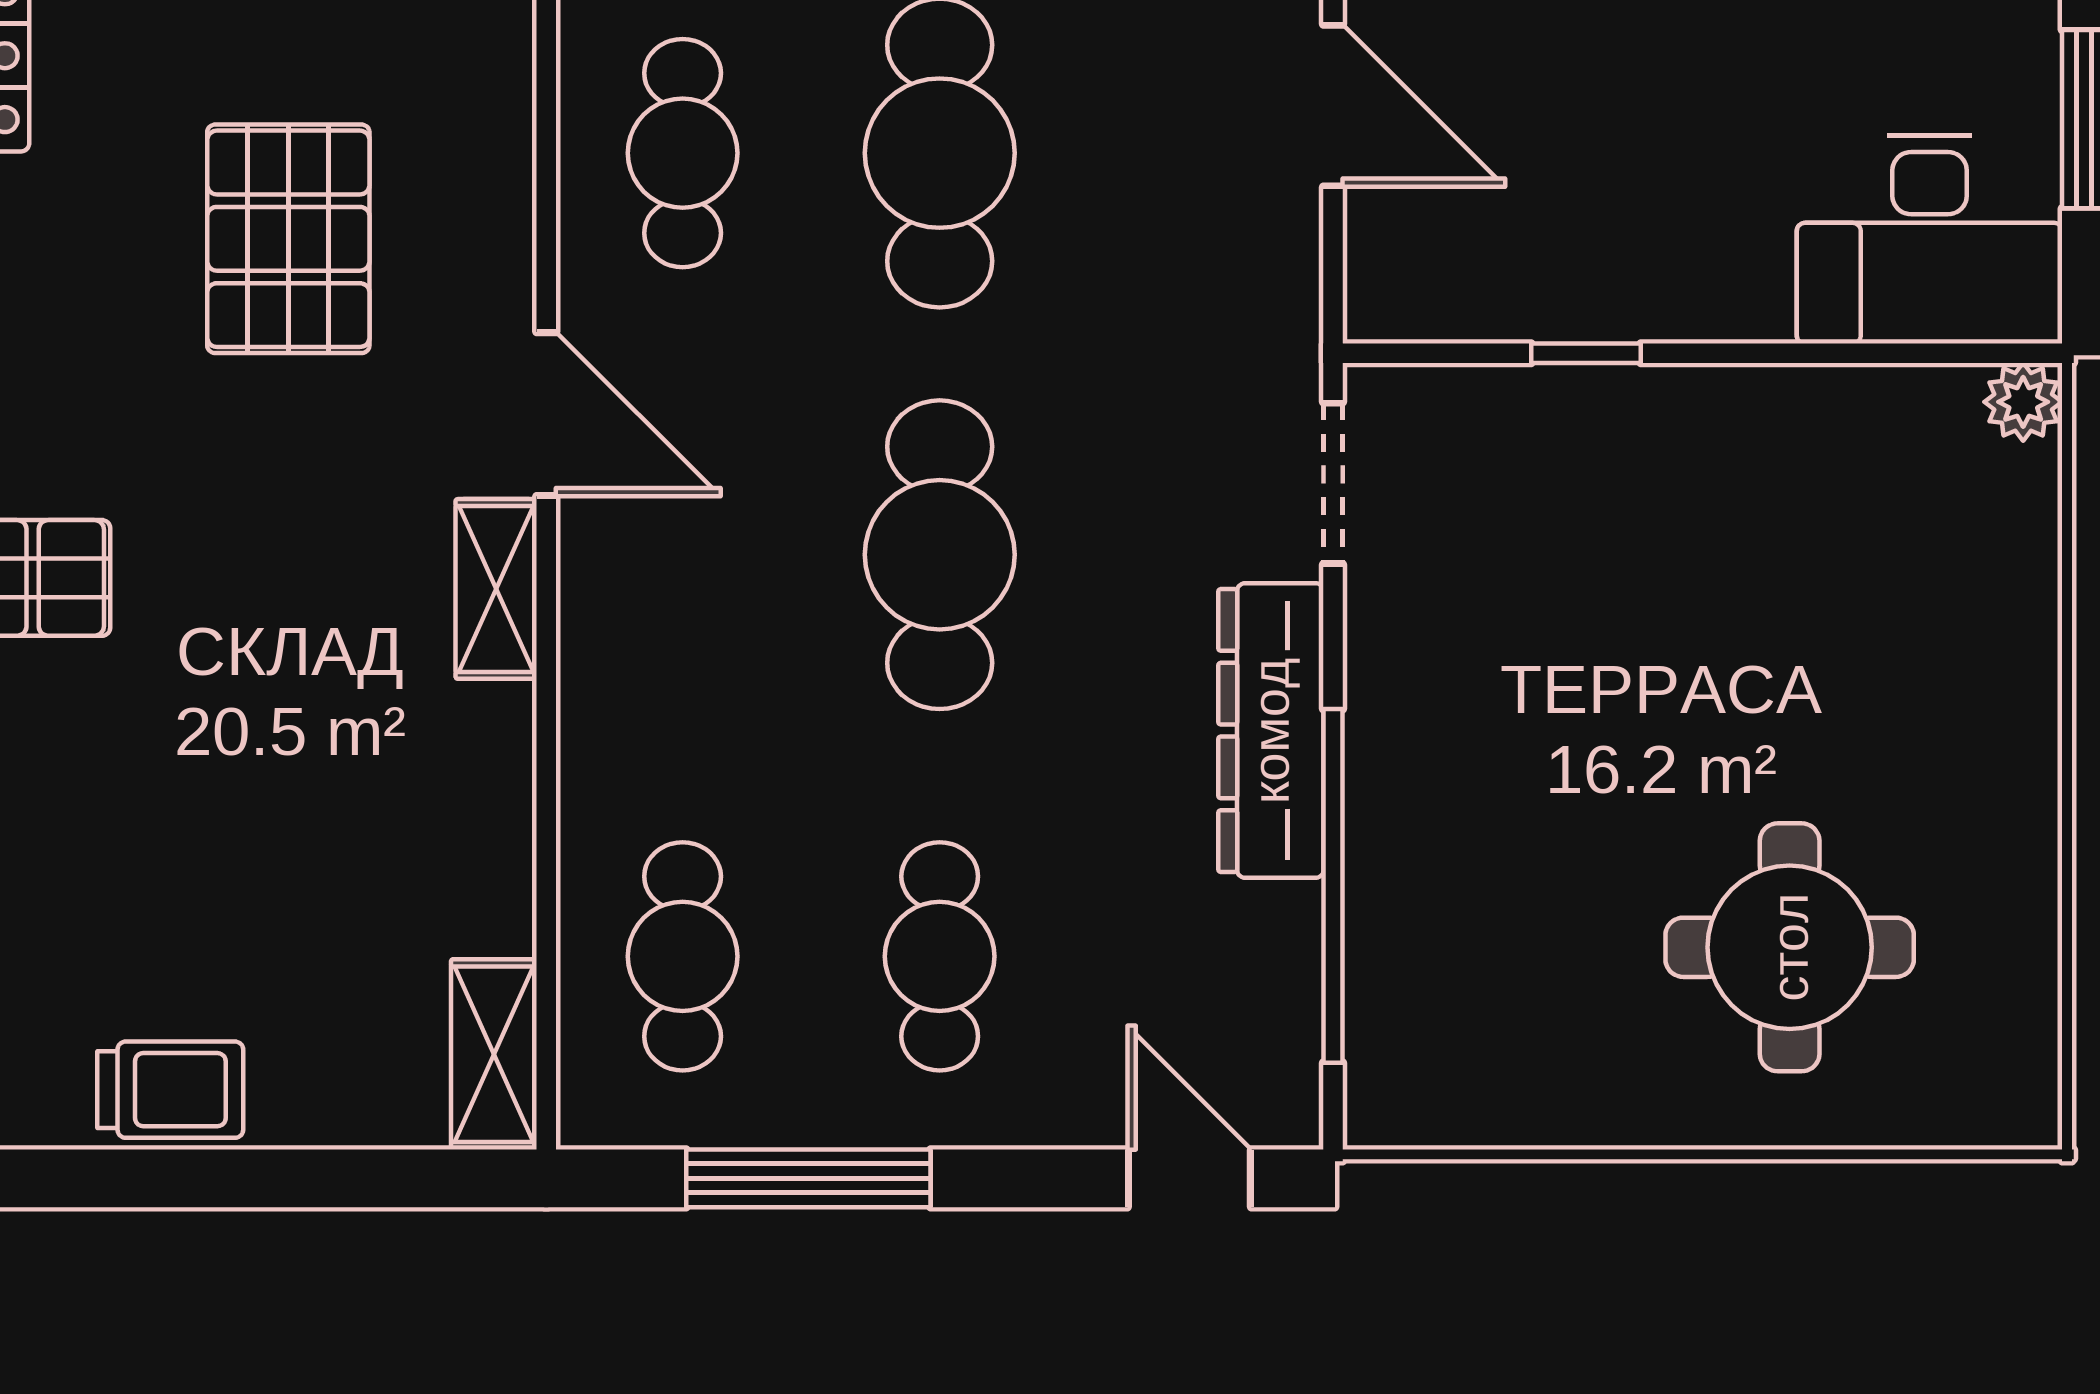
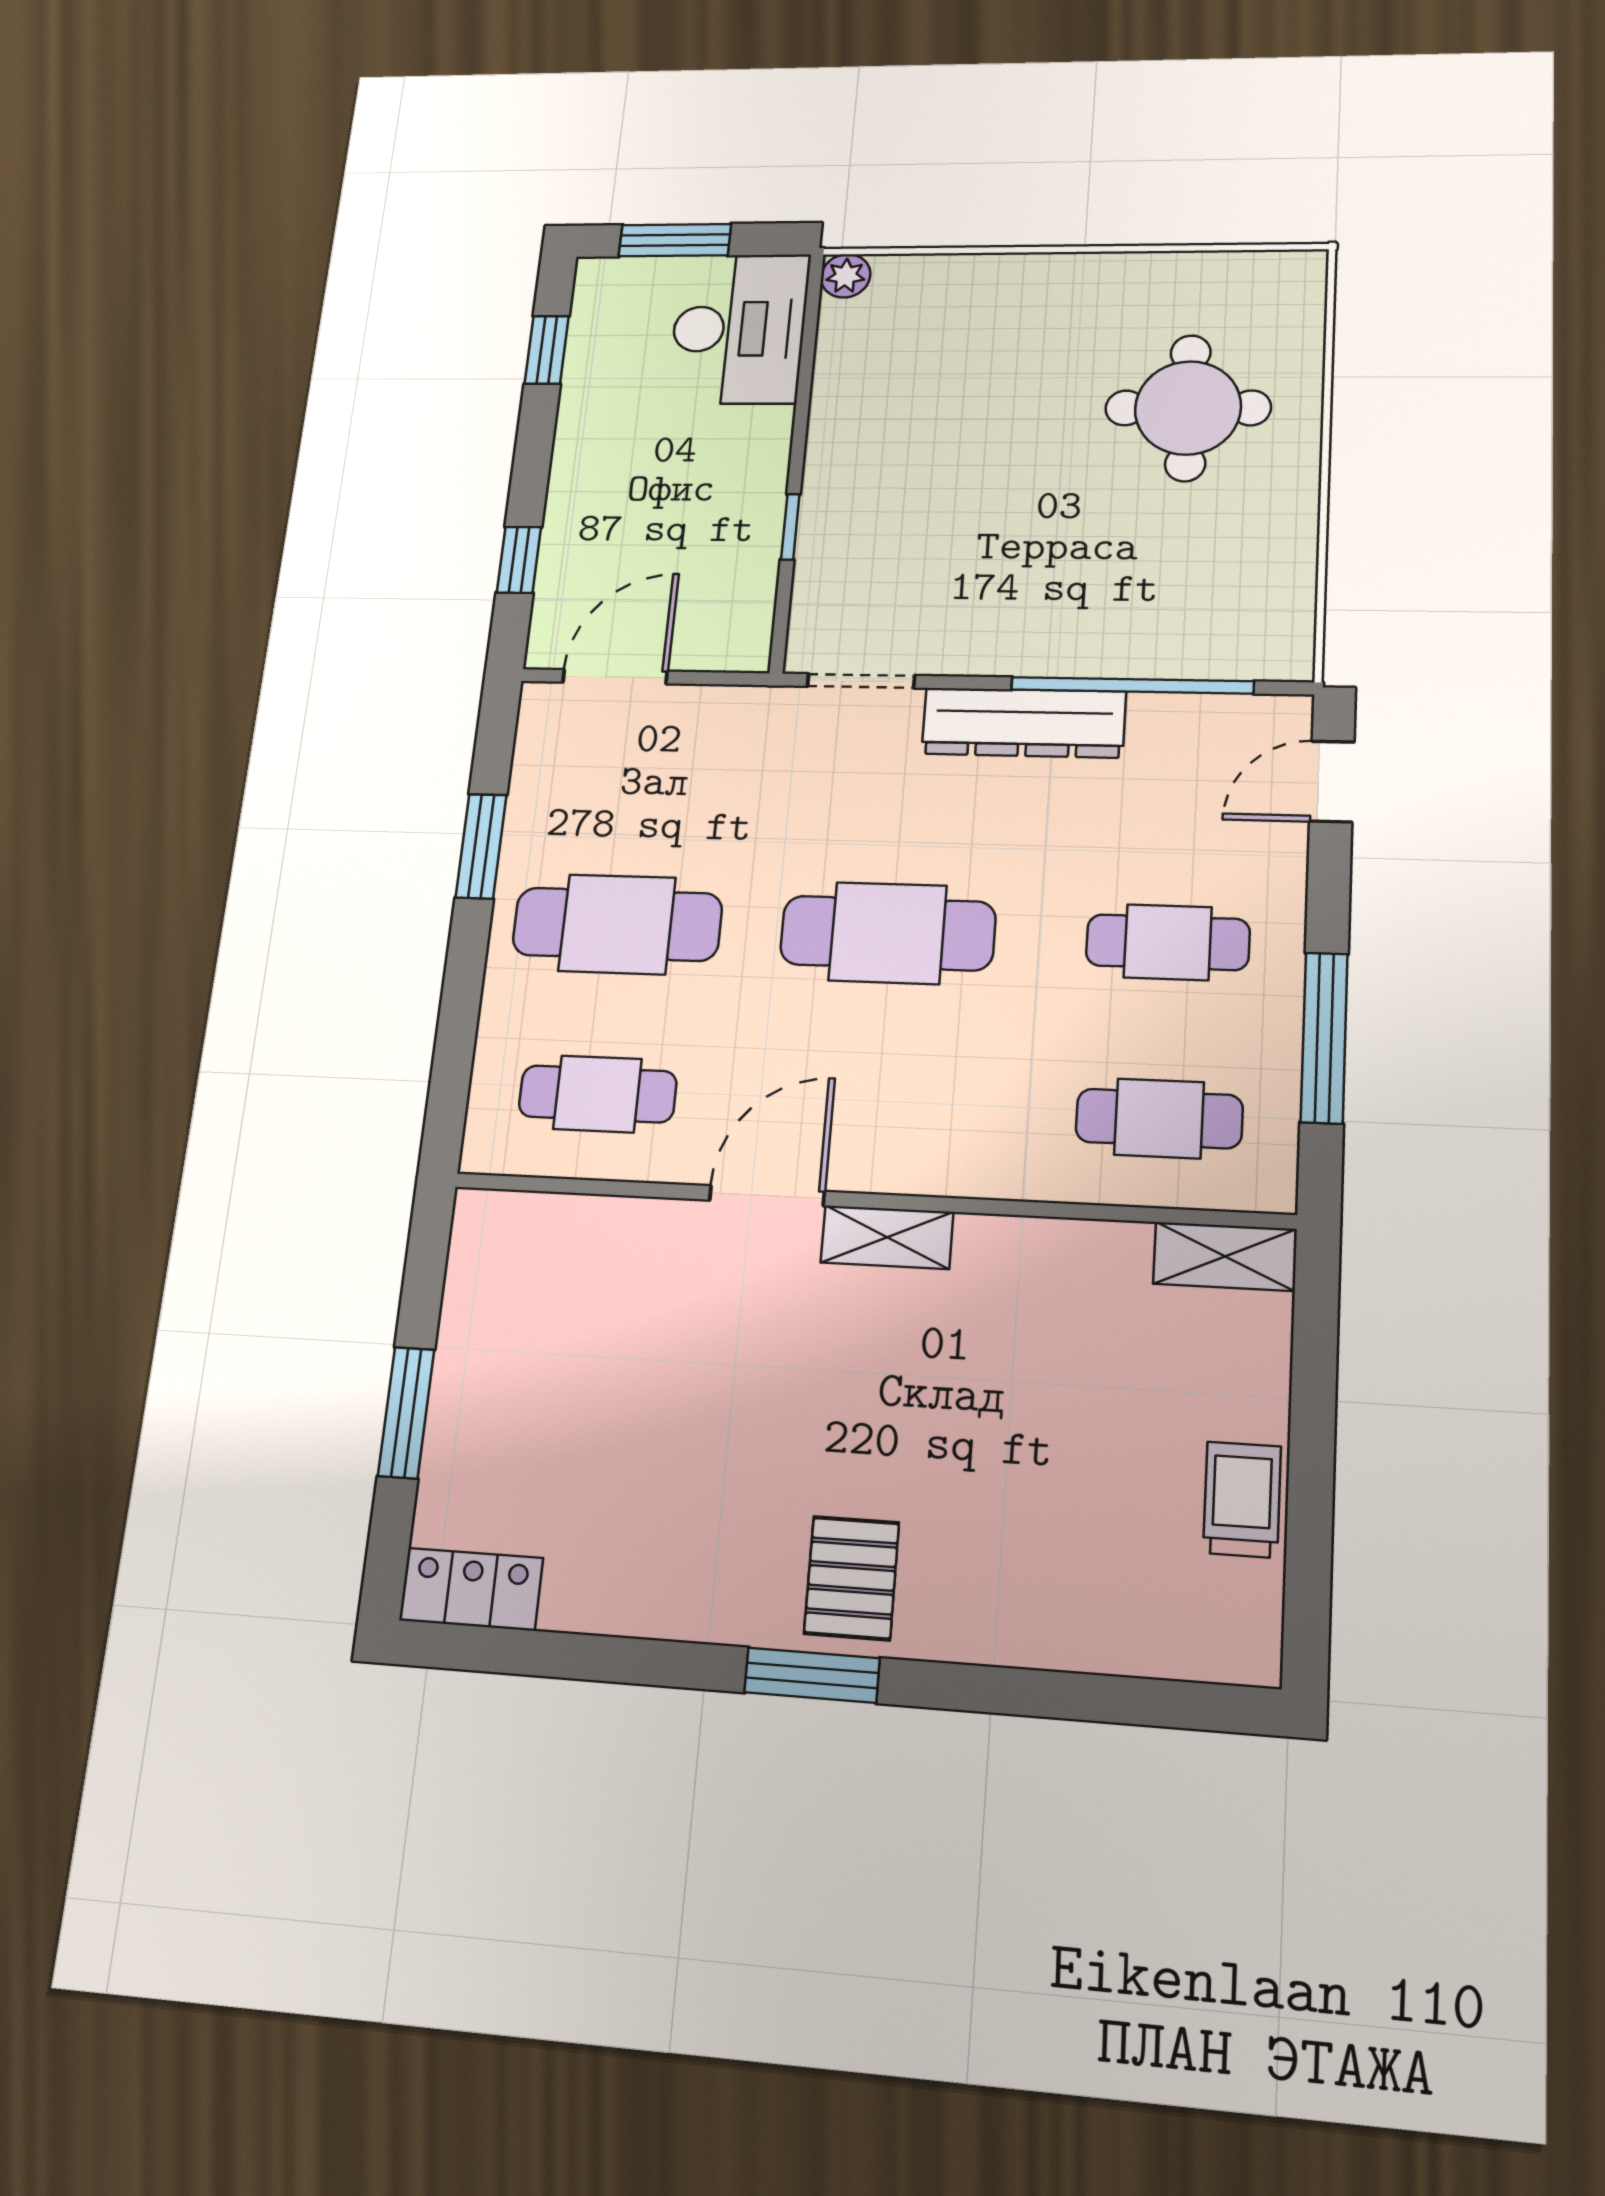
pallet: (288, 239) -> (626, 1372), removed

